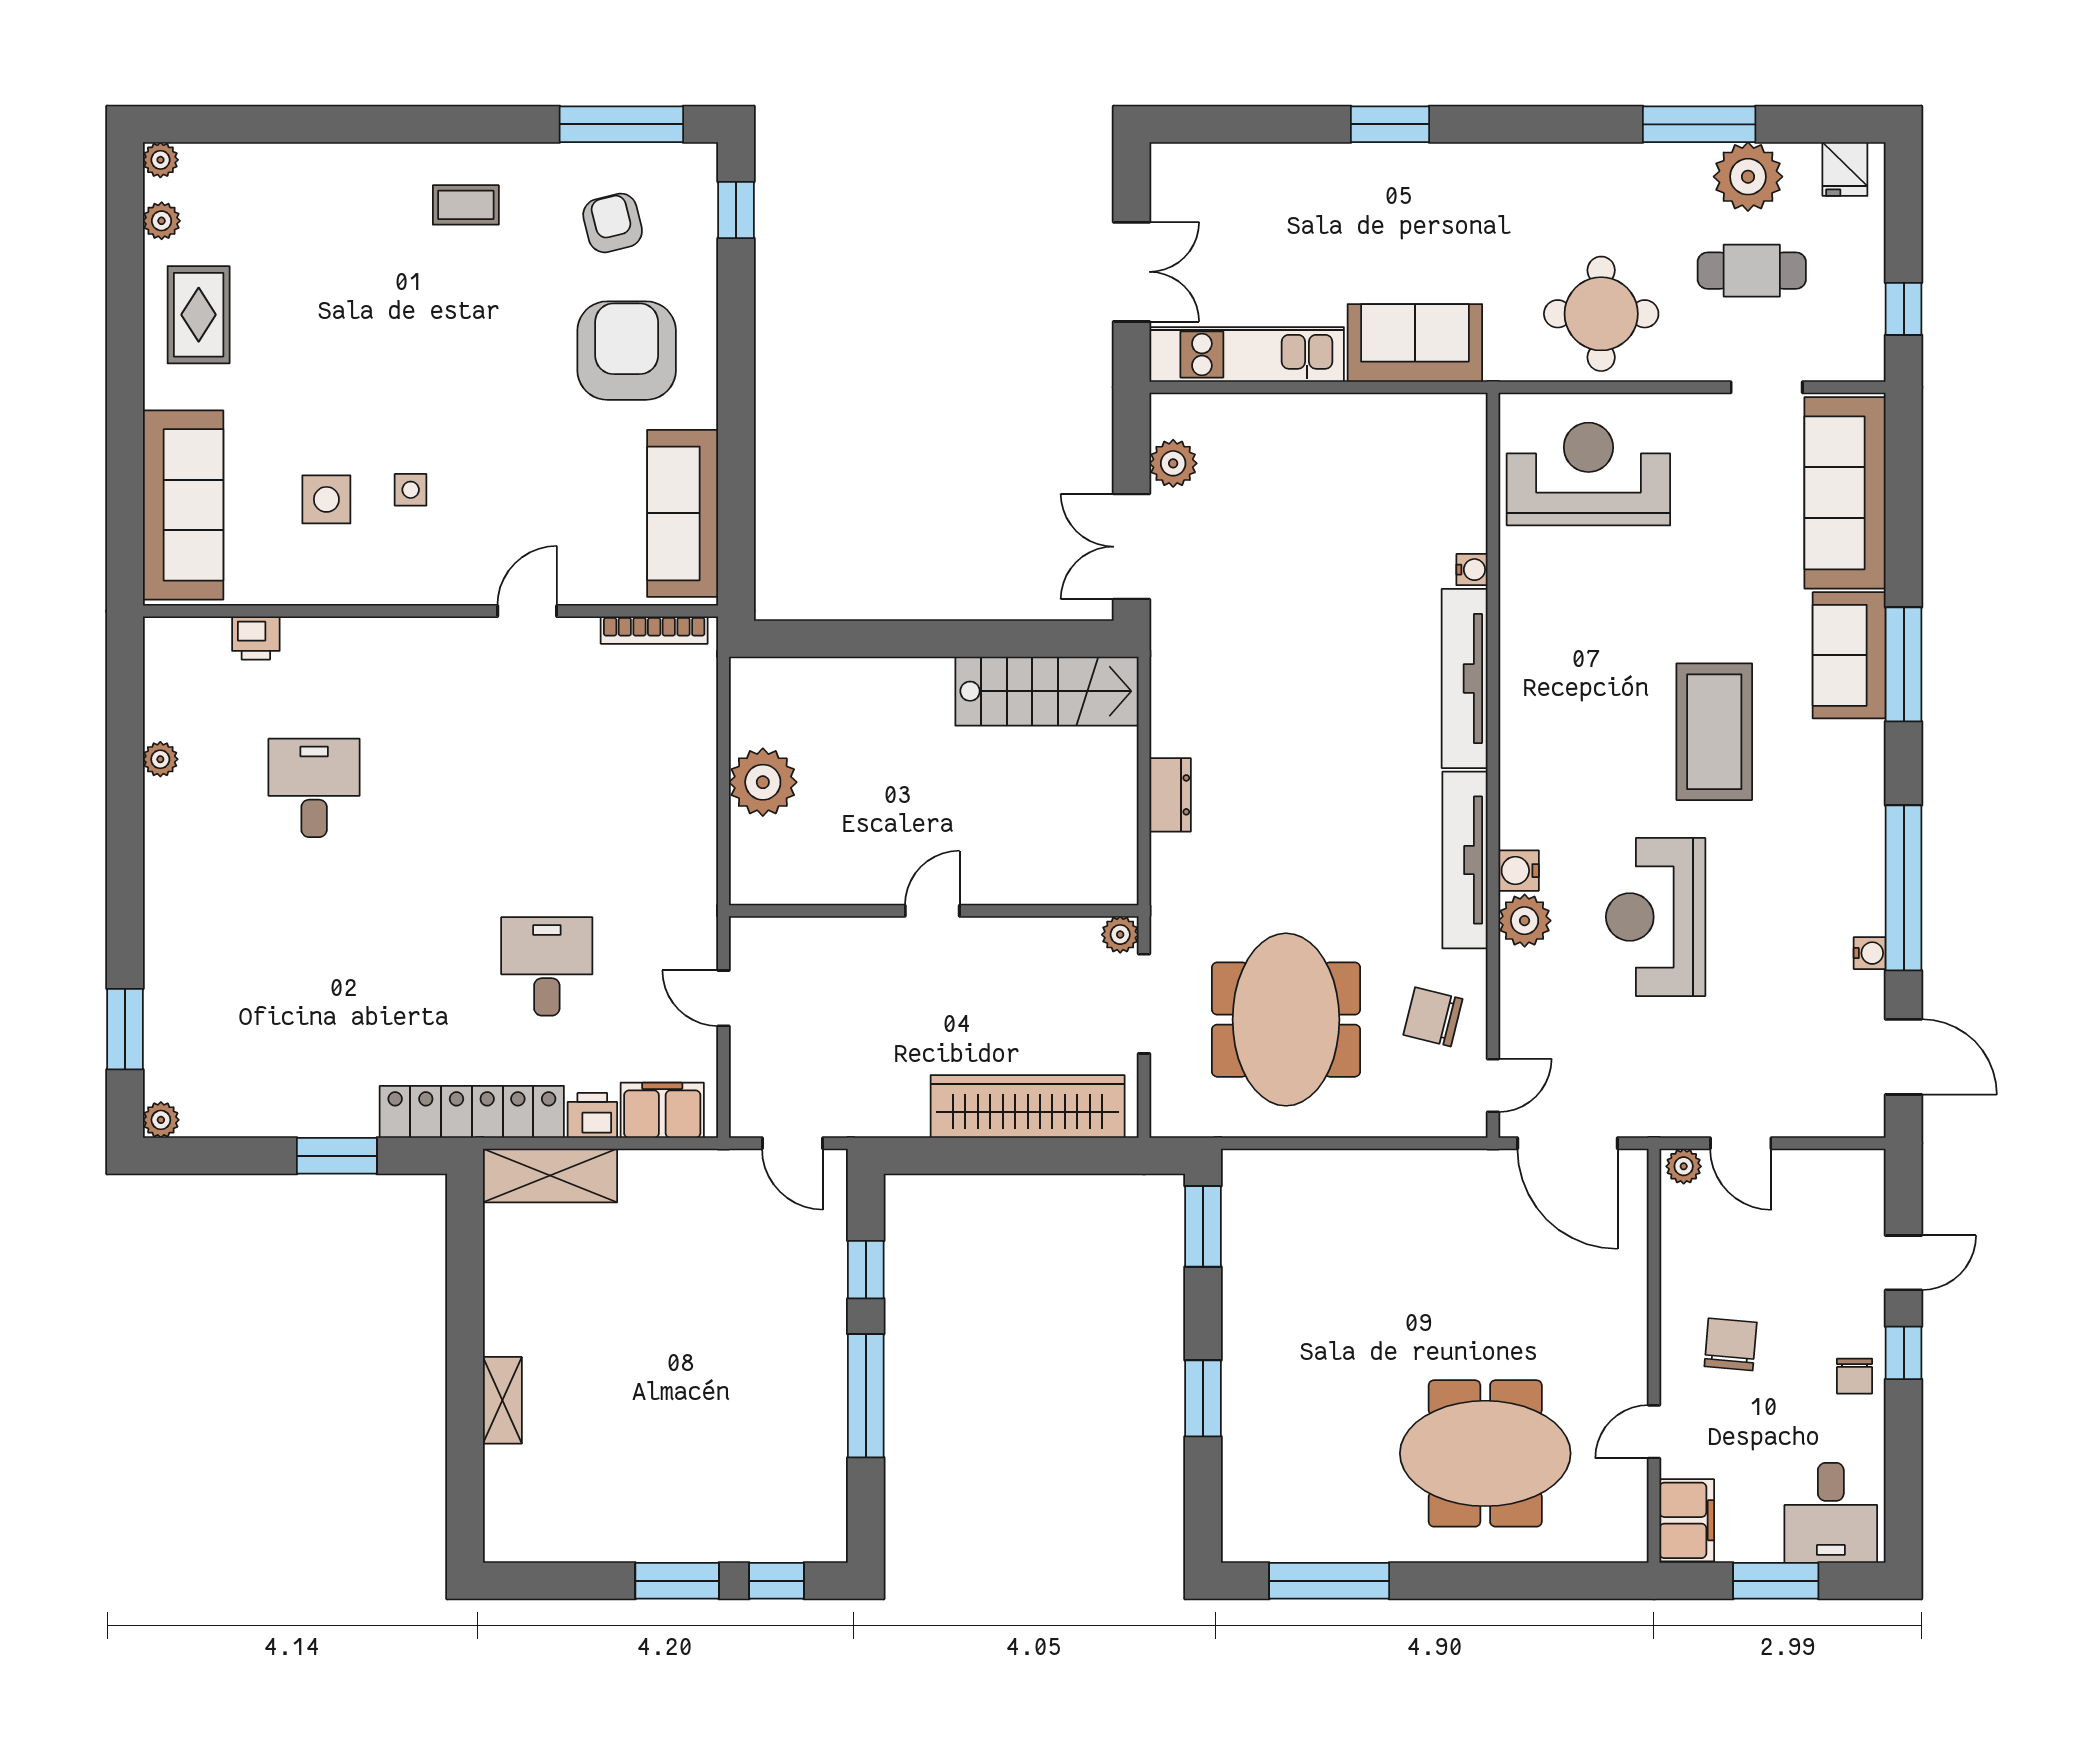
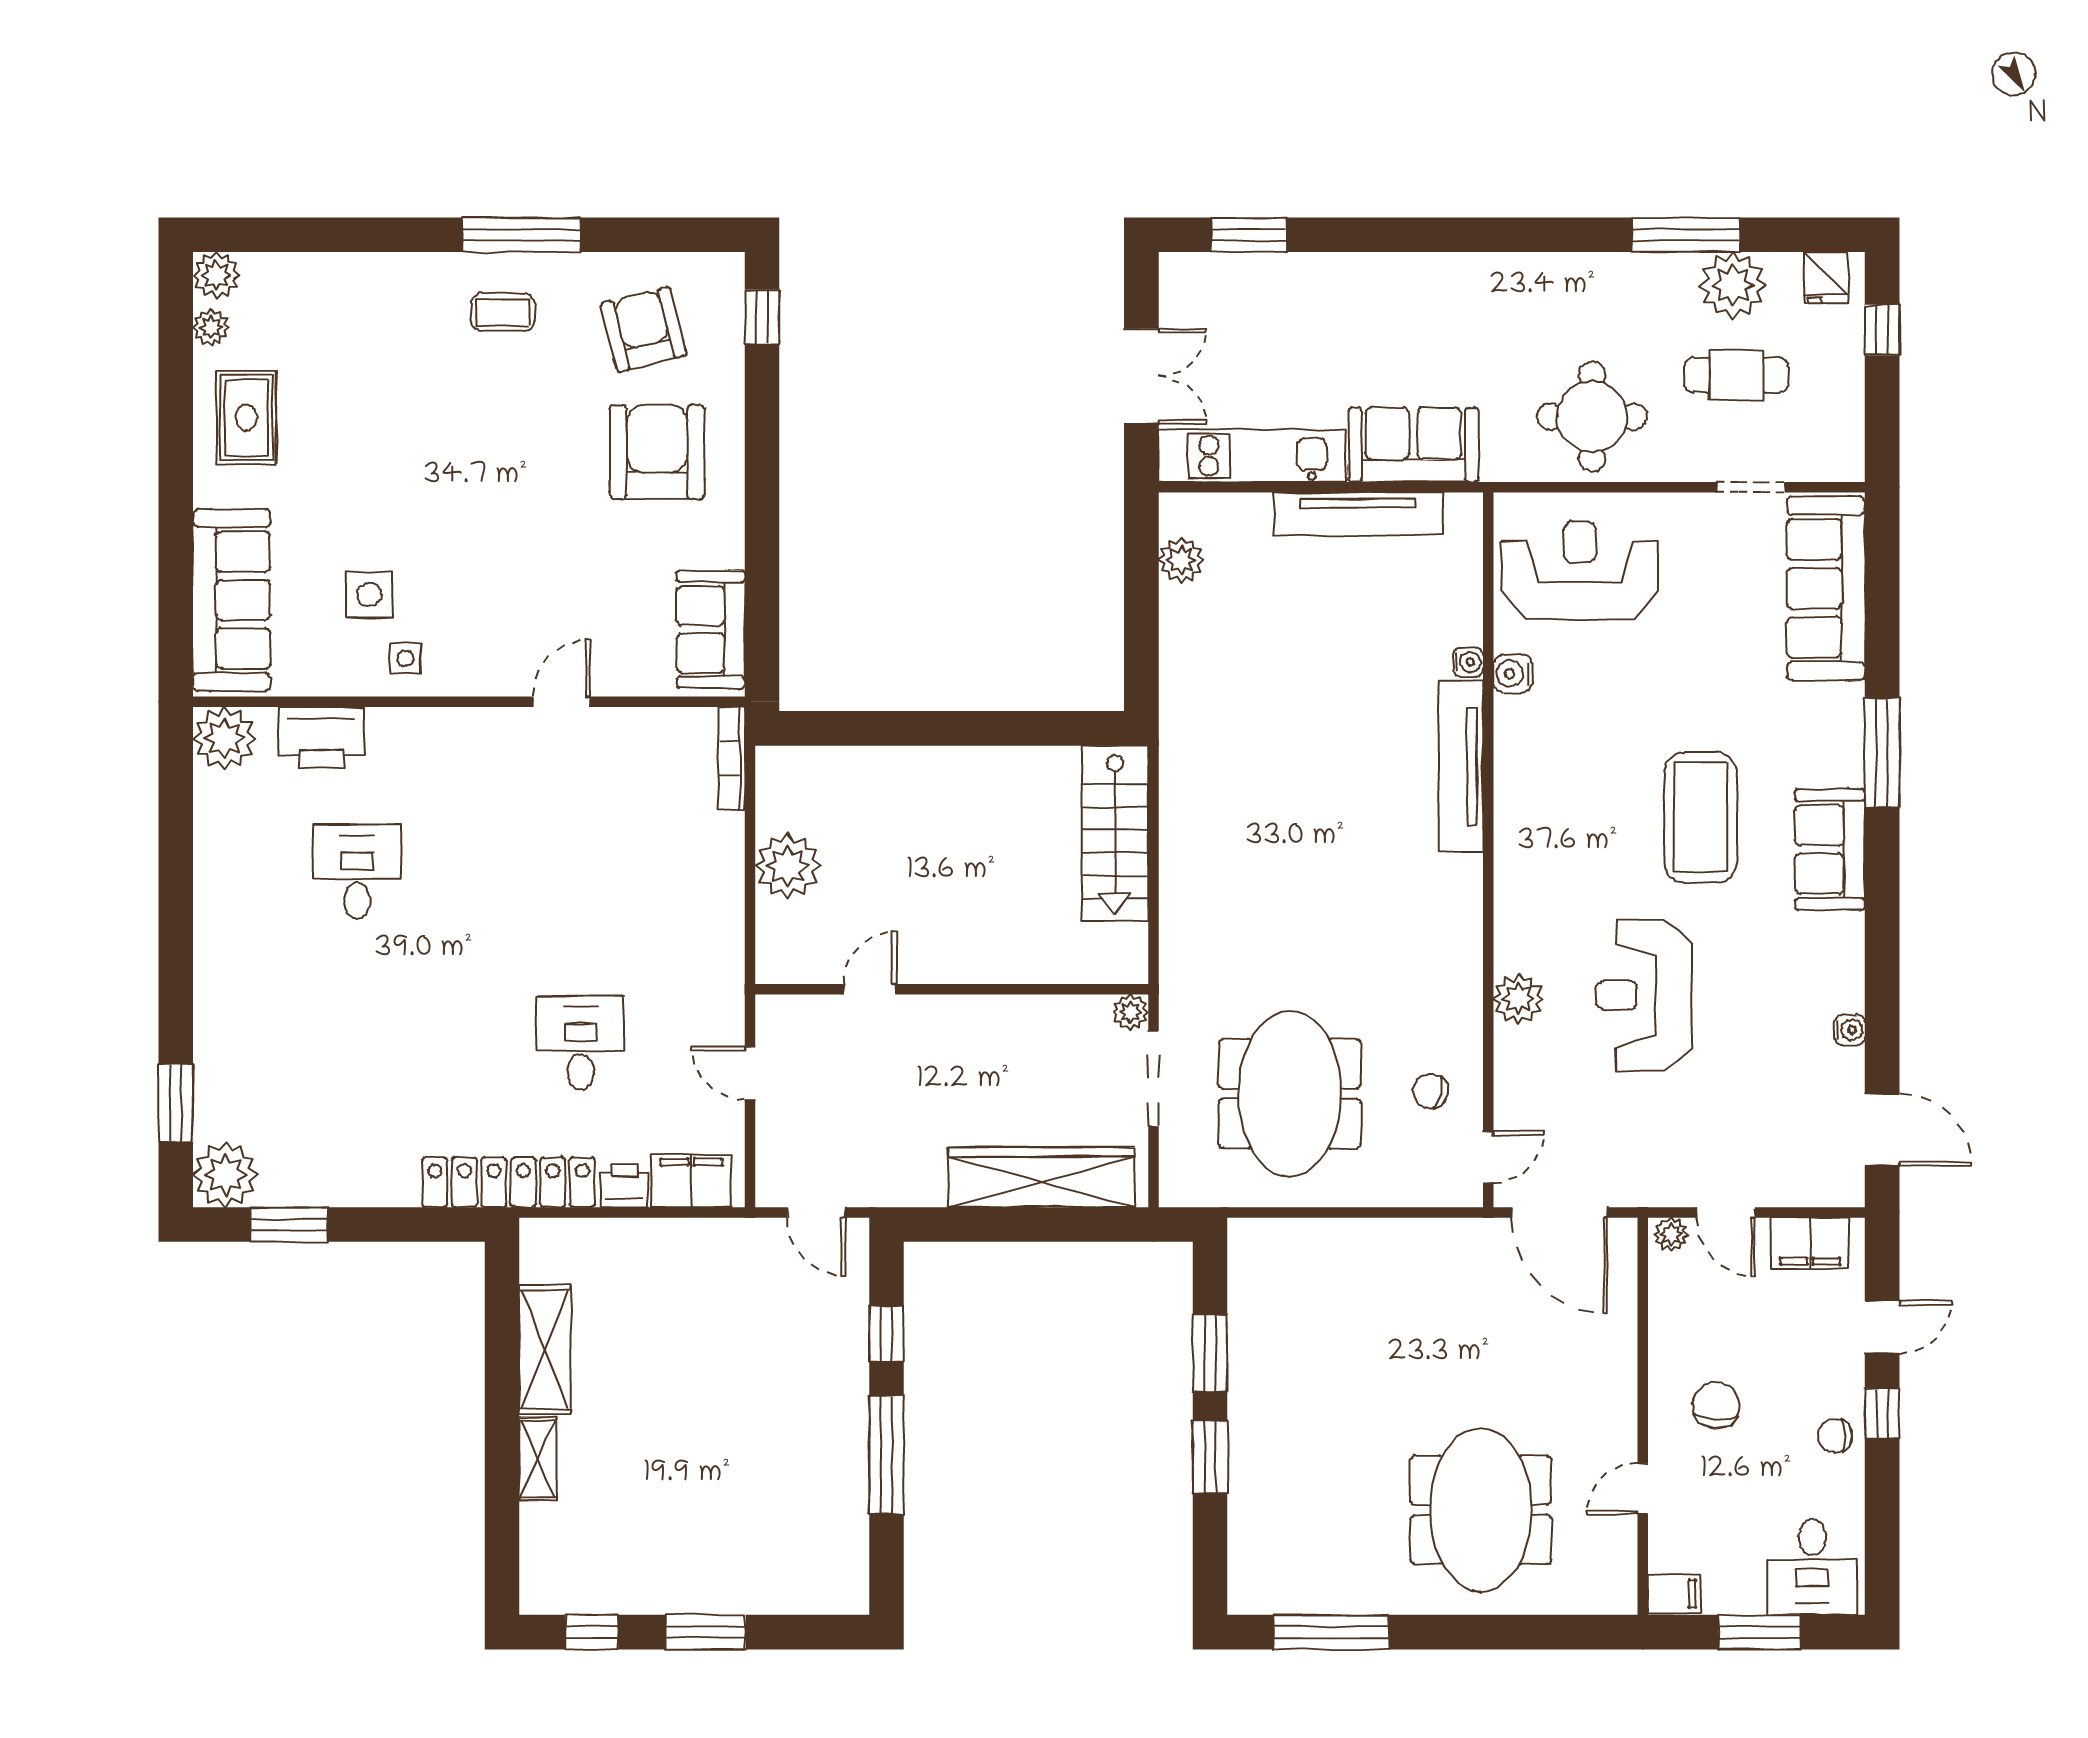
window: (621, 124) -> (522, 235), moved
window: (1390, 124) -> (1249, 235), moved
plant: (160, 160) -> (216, 275), width x1.38, depth x1.38
armchair: (613, 223) -> (644, 329), width x1.38, depth x1.38
window: (1904, 309) -> (1882, 330), moved
side table: (411, 490) -> (405, 658), moved
sofa: (683, 513) -> (711, 629), width x0.73
double door: (1131, 547) -> (1141, 640), removed
bookcase: (654, 630) -> (732, 758), moved, turned 90
printer: (256, 638) -> (321, 738), width x1.87, depth x1.48
sofa: (1849, 655) -> (1830, 850), moved
stairs: (1047, 691) -> (1115, 833), moved, turned 90
plant: (160, 759) -> (224, 738), moved, width x1.88, depth x1.88
dresser: (1170, 795) -> (1178, 878), removed
tv unit: (1465, 860) -> (1358, 514), moved, turned -90
water cooler: (1519, 871) -> (1513, 674), moved
window: (1904, 888) -> (1882, 967), removed
door: (932, 911) -> (870, 989), moved
chair: (1433, 1017) -> (1431, 1091), width x0.73, depth x0.73
plant: (161, 1120) -> (225, 1175), width x1.87, depth x1.87
window: (337, 1156) -> (290, 1224), moved
shelving: (550, 1176) -> (545, 1350), moved, turned 90
filing cabinet: (1828, 1176) -> (1810, 1243), added
window: (1203, 1226) -> (1210, 1353), moved
chair: (1854, 1376) -> (1835, 1436), turned 90
meeting table: (1485, 1453) -> (1481, 1510), turned 90
filing cabinet: (1687, 1520) -> (1674, 1594), width x0.50
window: (777, 1581) -> (592, 1632), moved

